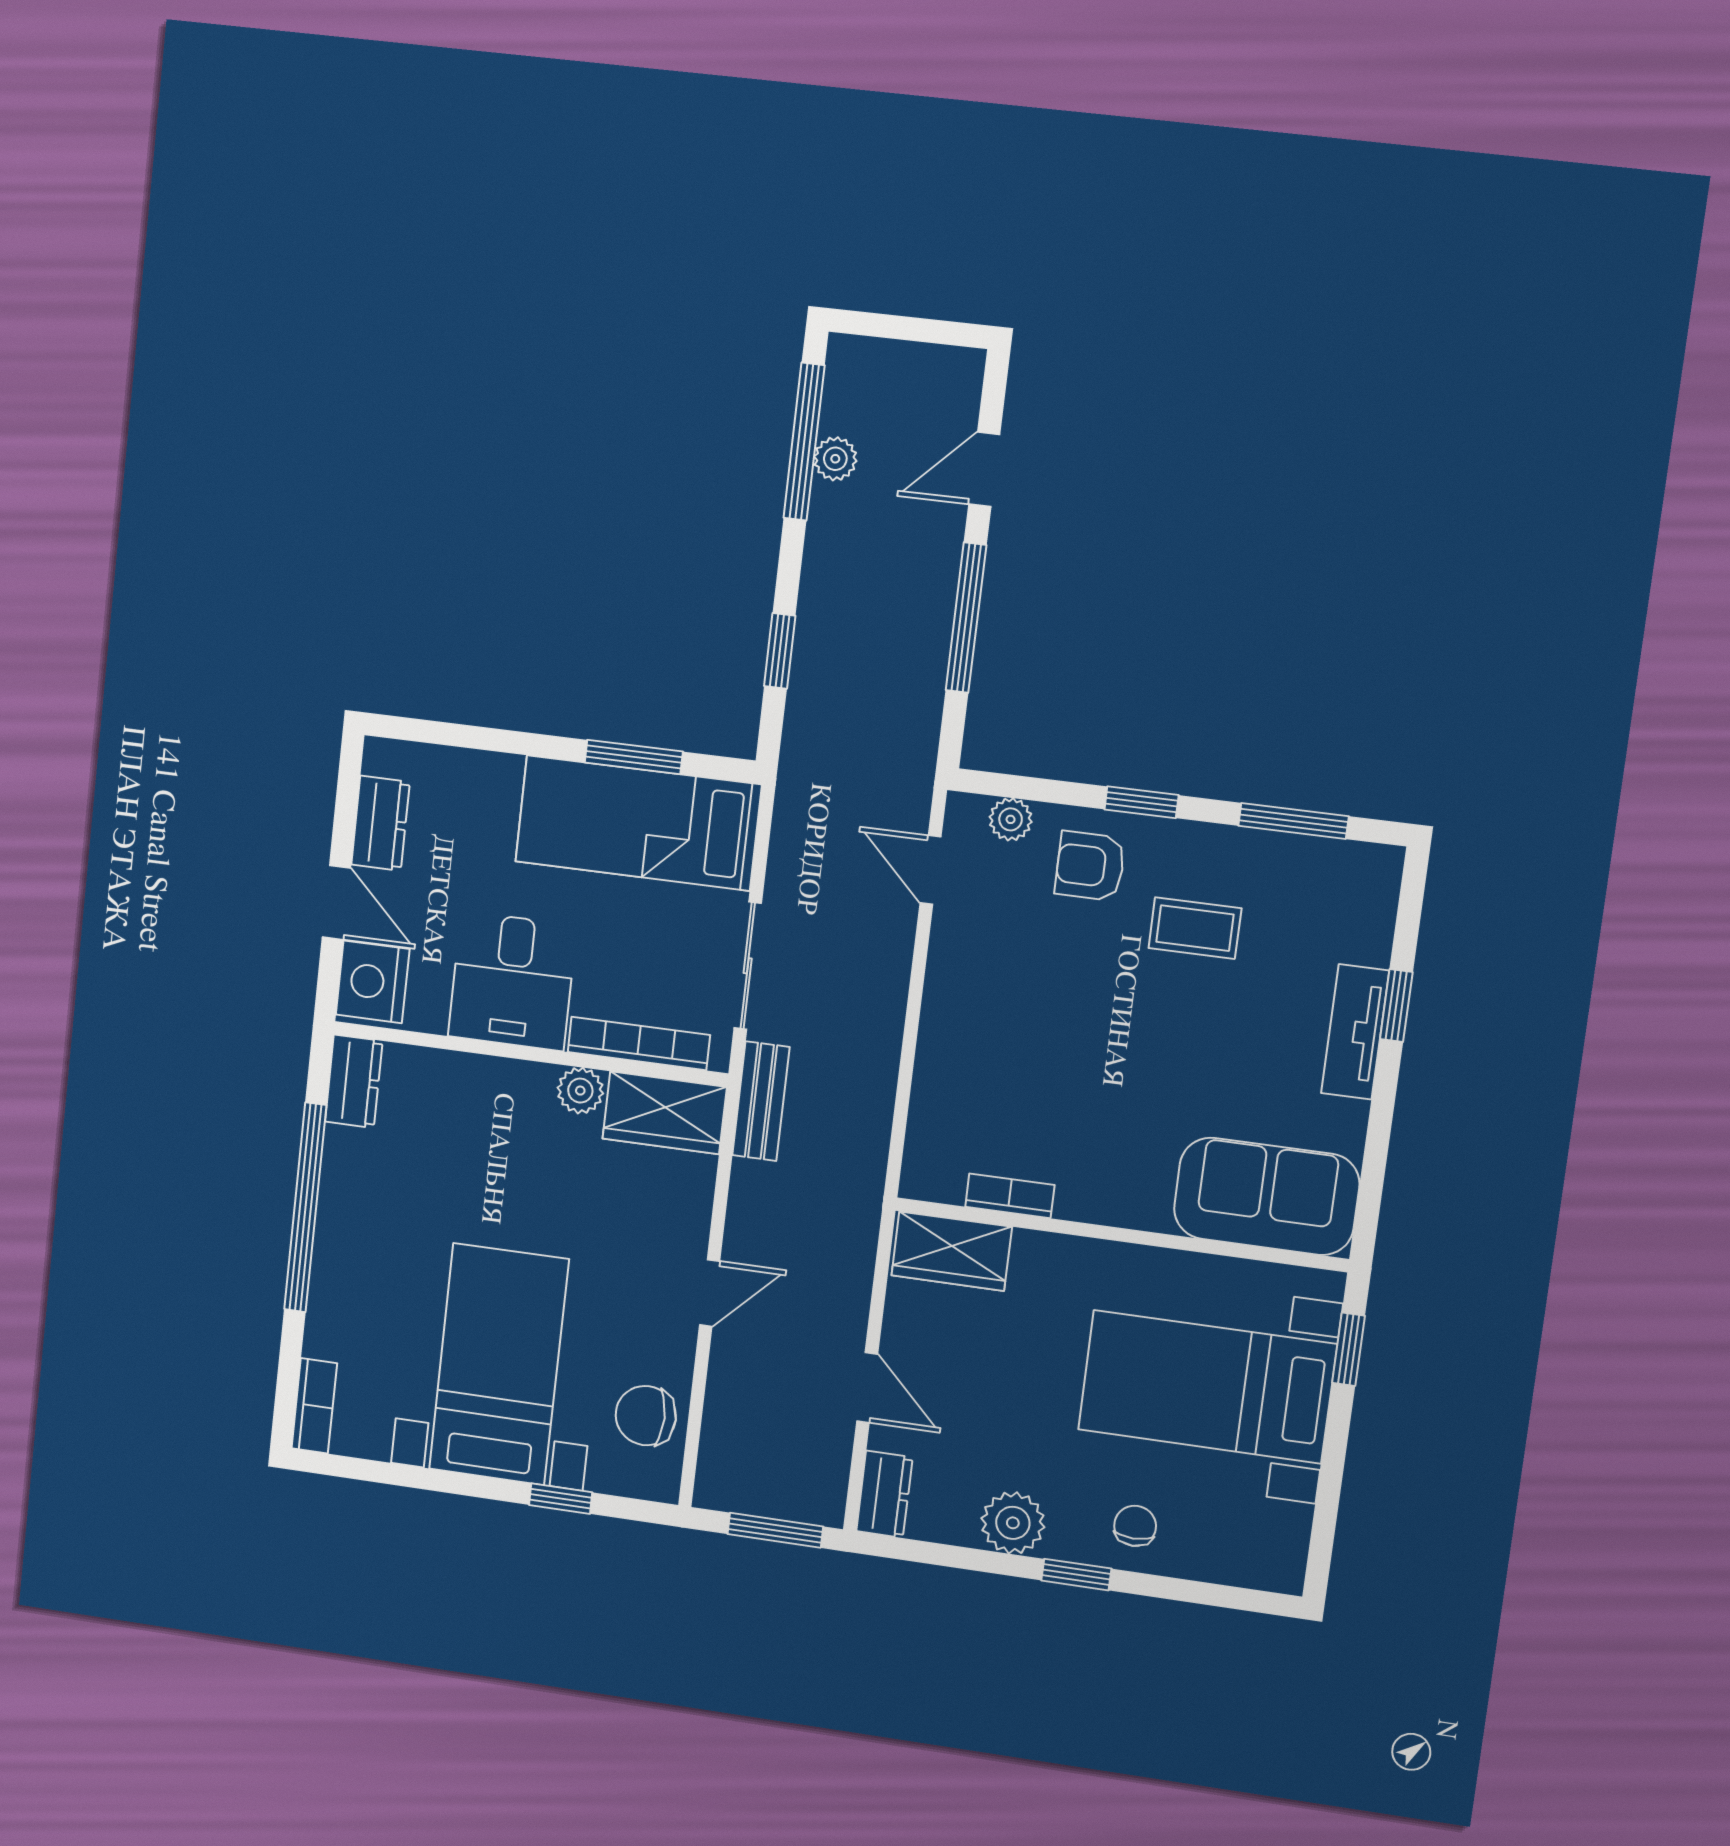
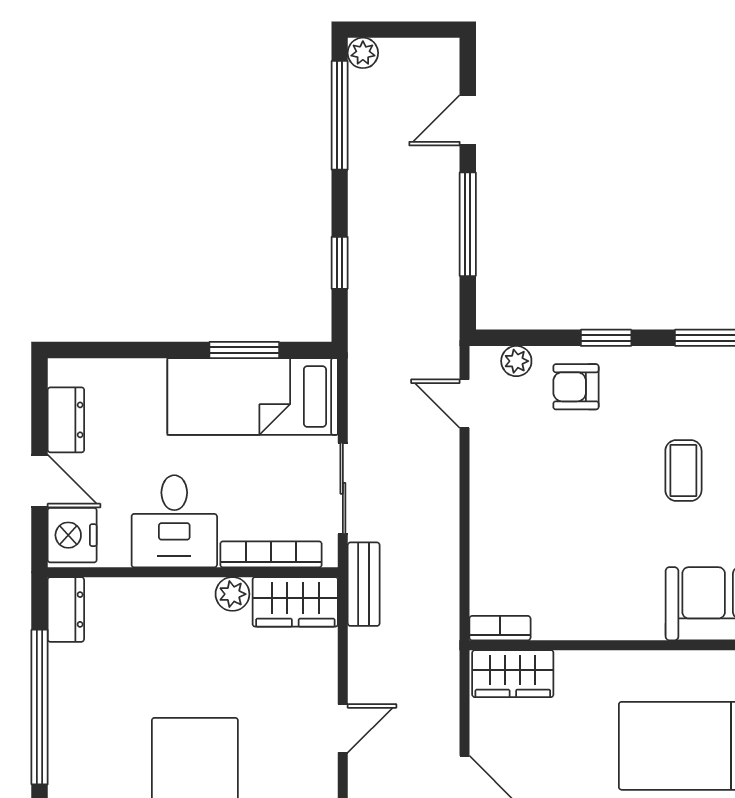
plant: (835, 459) -> (363, 53), moved
coffee table: (1195, 928) -> (683, 471), moved, turned 90
bookcase: (1010, 1196) -> (500, 628), moved

